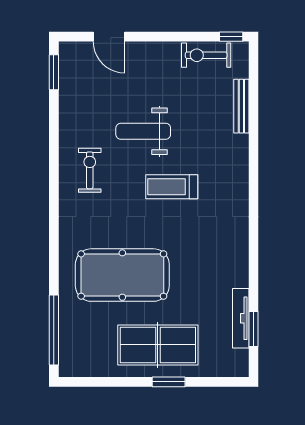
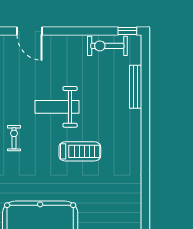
exercise bike: (90, 170) -> (14, 138), width x0.73, depth x0.72
treadmill: (172, 187) -> (80, 151), turned 180

